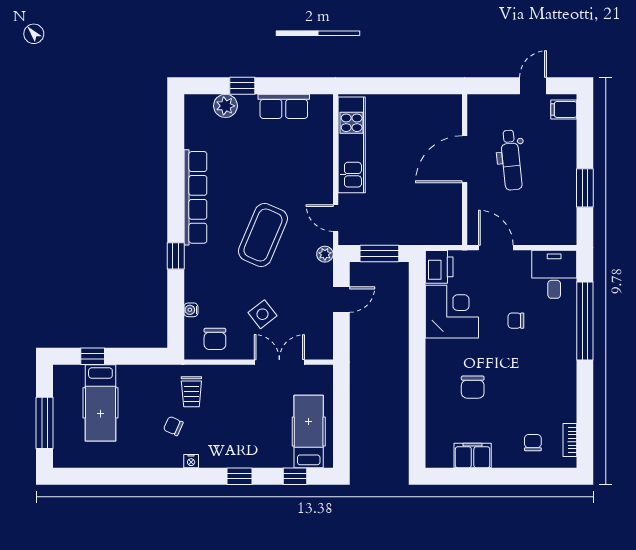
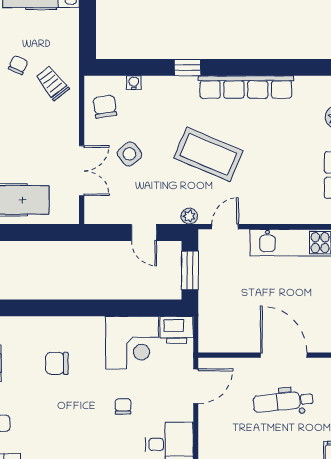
chair: (215, 339) -> (105, 107), turned 81
trolley: (191, 392) -> (52, 83), turned 52

